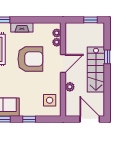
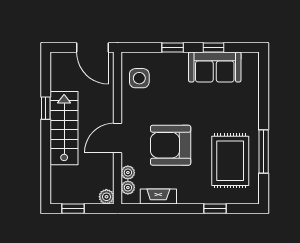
fireplace: (22, 27) -> (158, 197), moved
window: (107, 57) -> (46, 108), moved
plant: (70, 87) -> (106, 197), moved
door: (90, 119) -> (92, 47), moved

